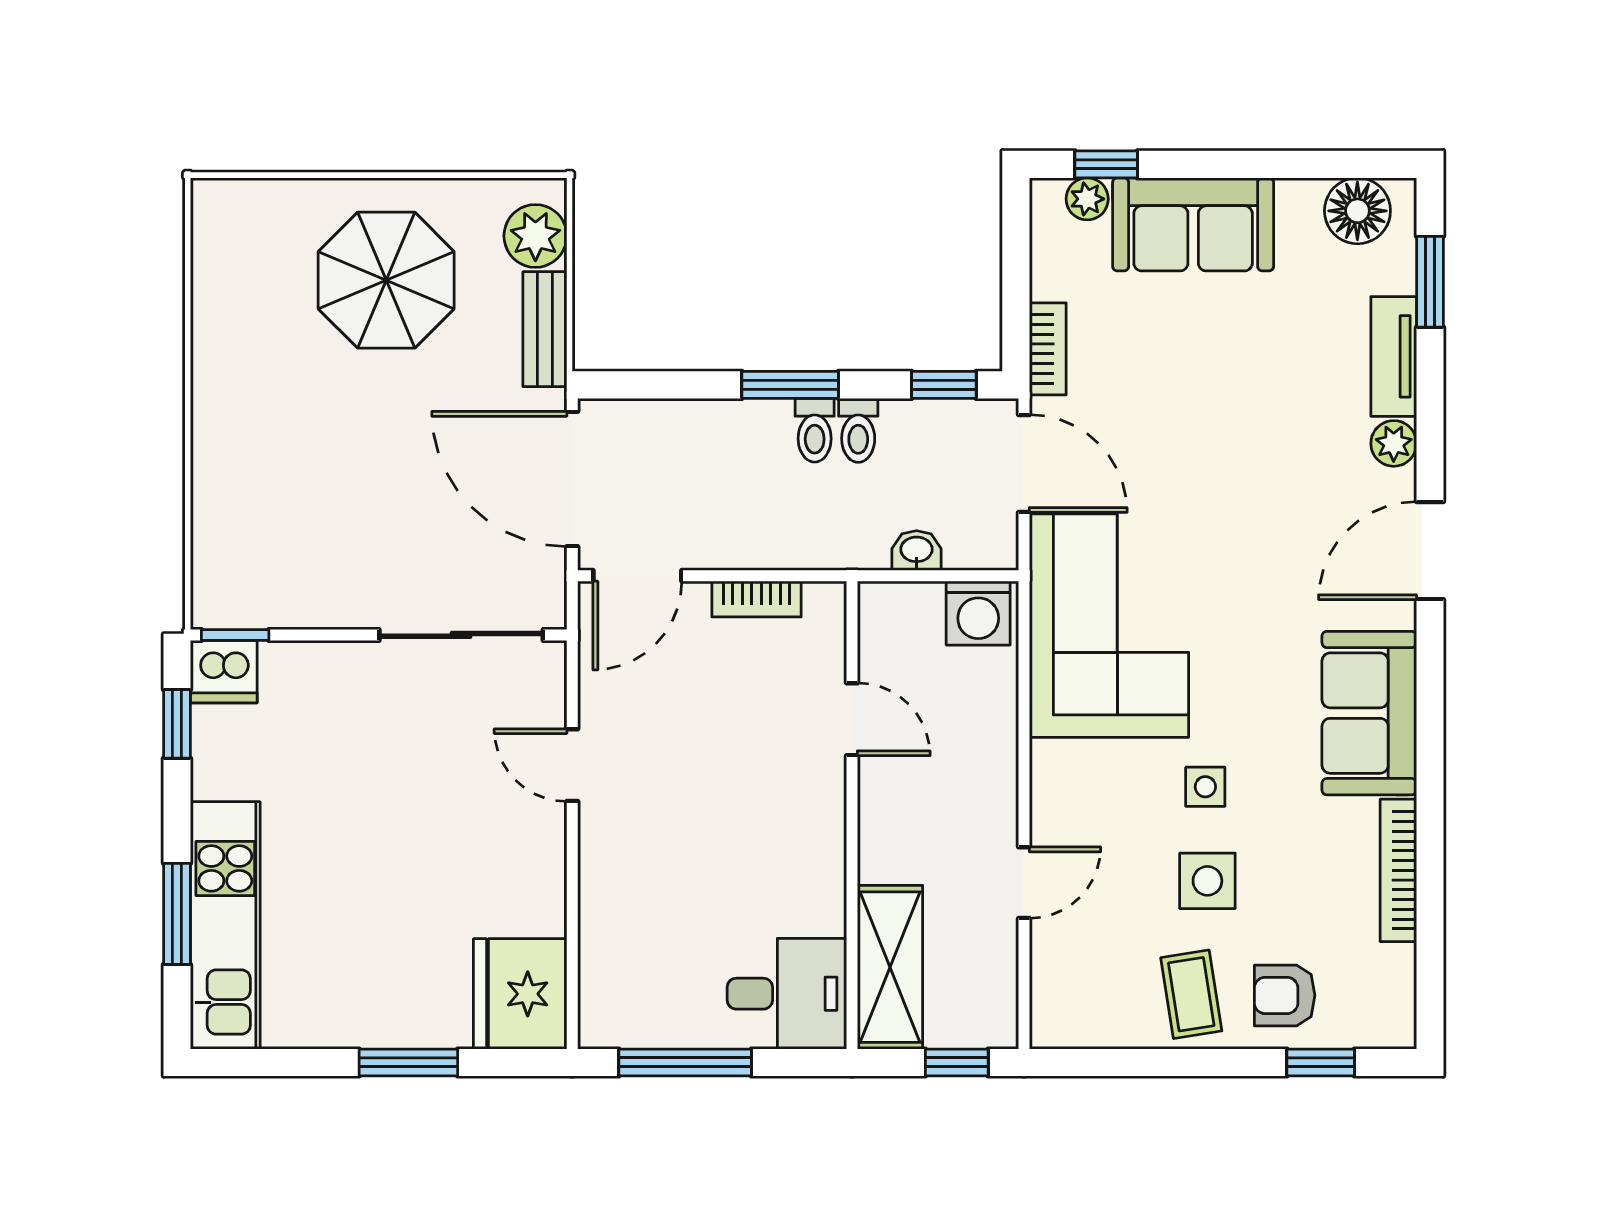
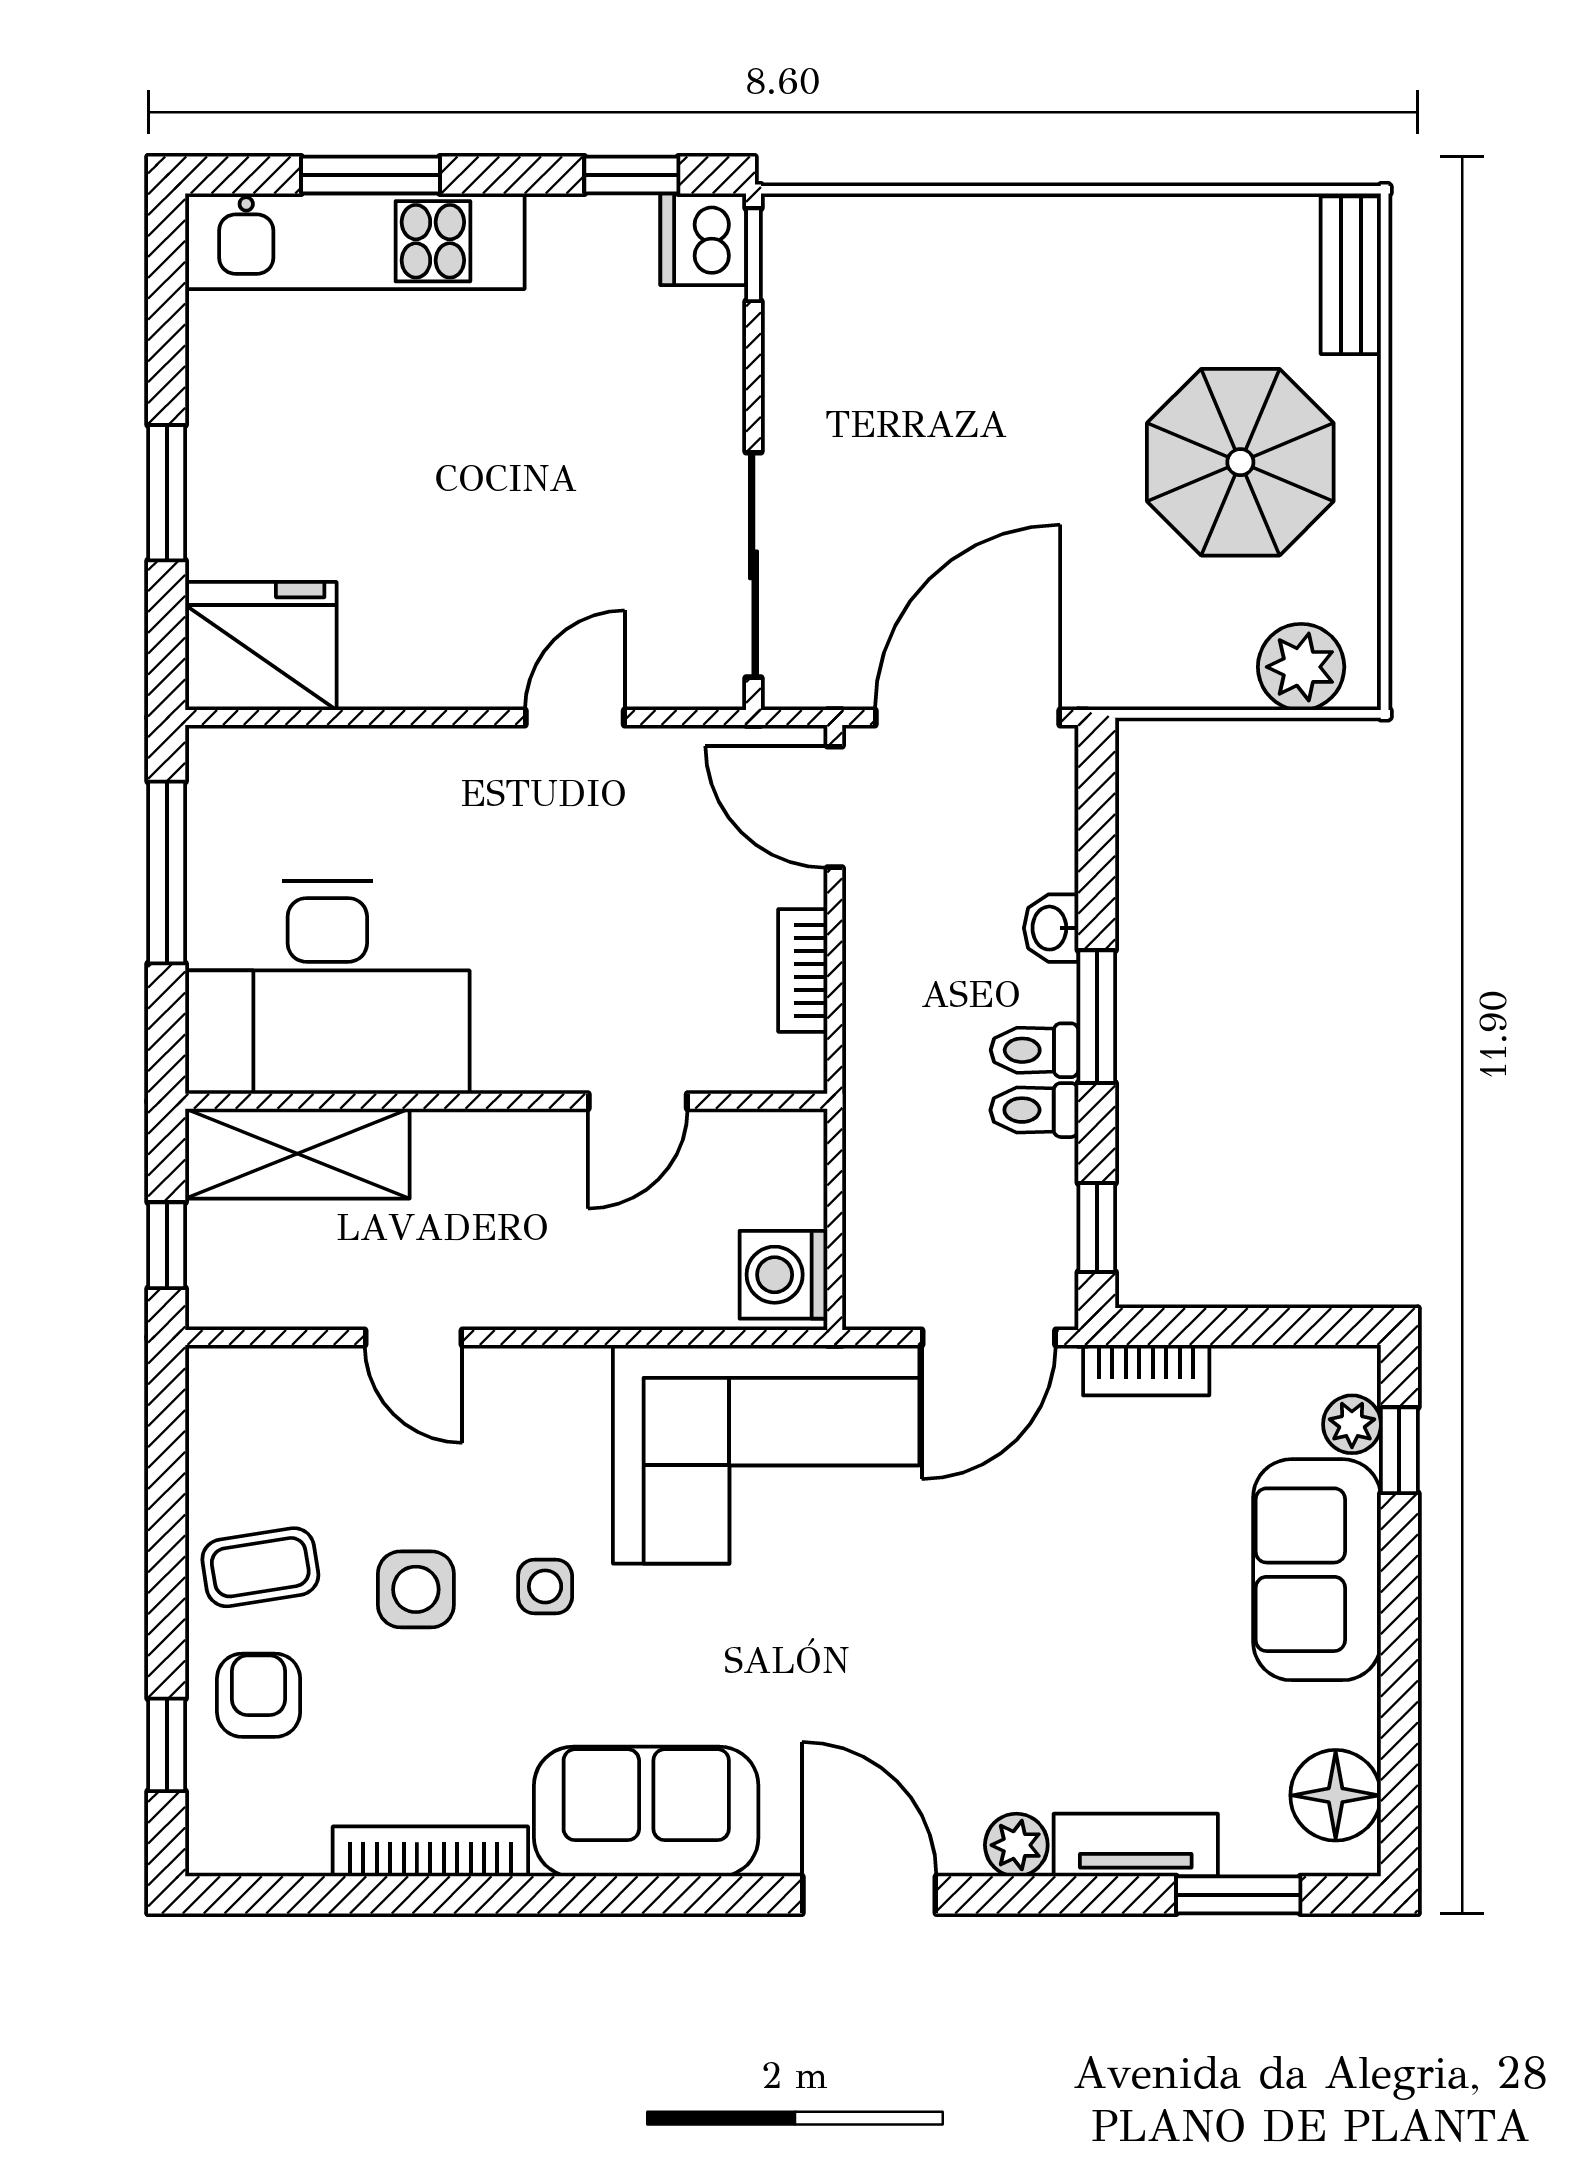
bench: (545, 329) -> (1351, 275), moved, turned 90
washbasin: (916, 551) -> (1051, 928), moved, turned 180
desk: (787, 994) -> (327, 987), width x1.87, depth x1.30

